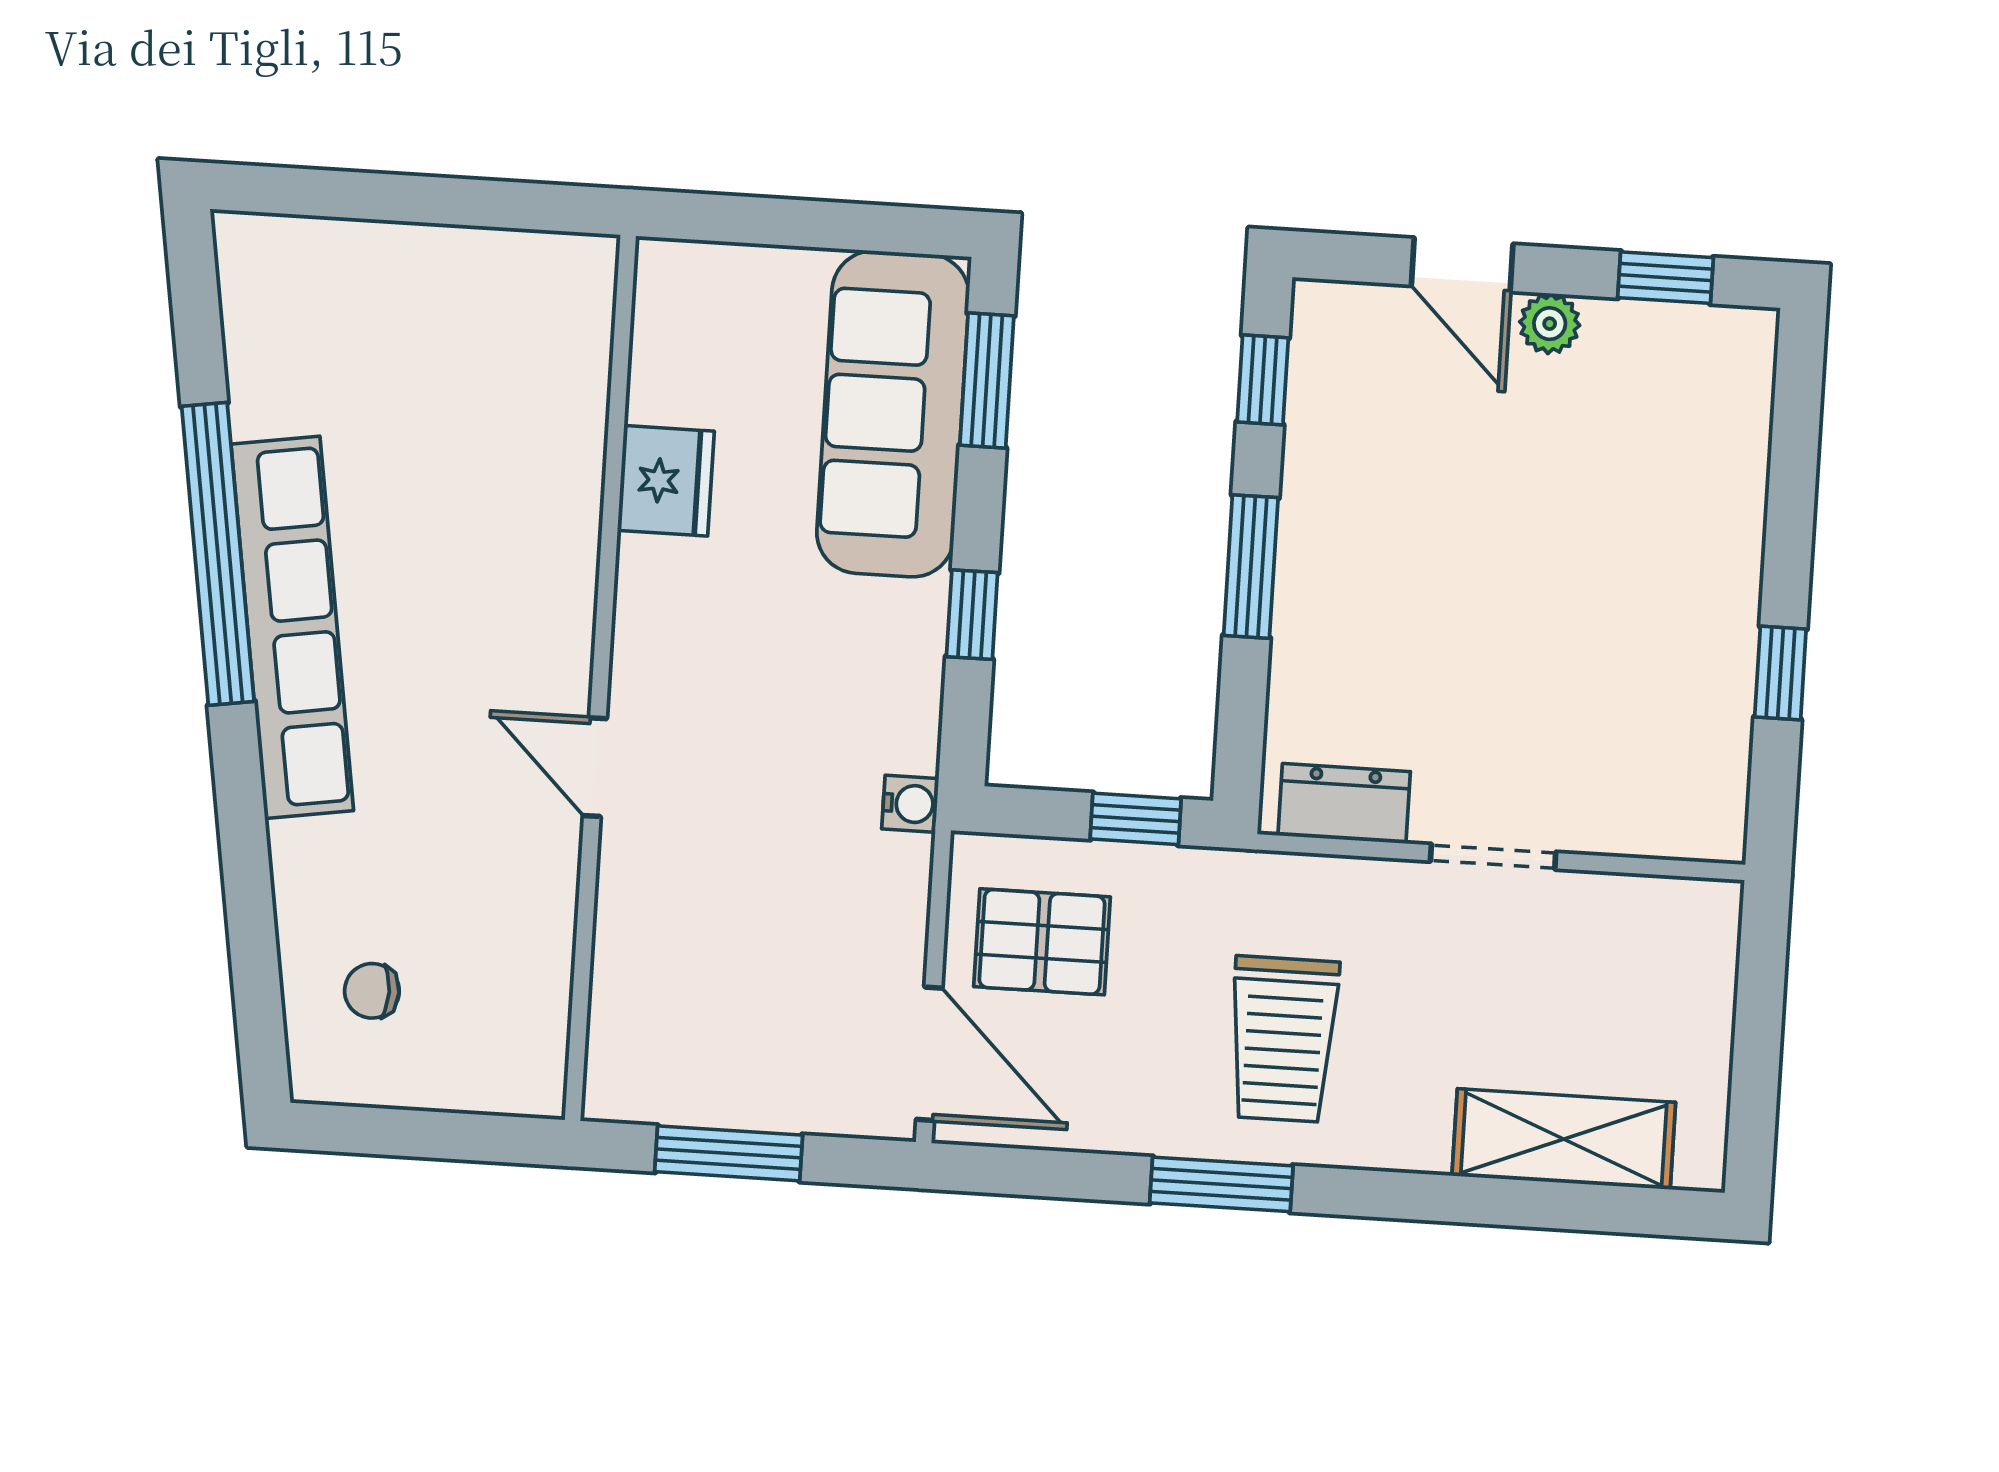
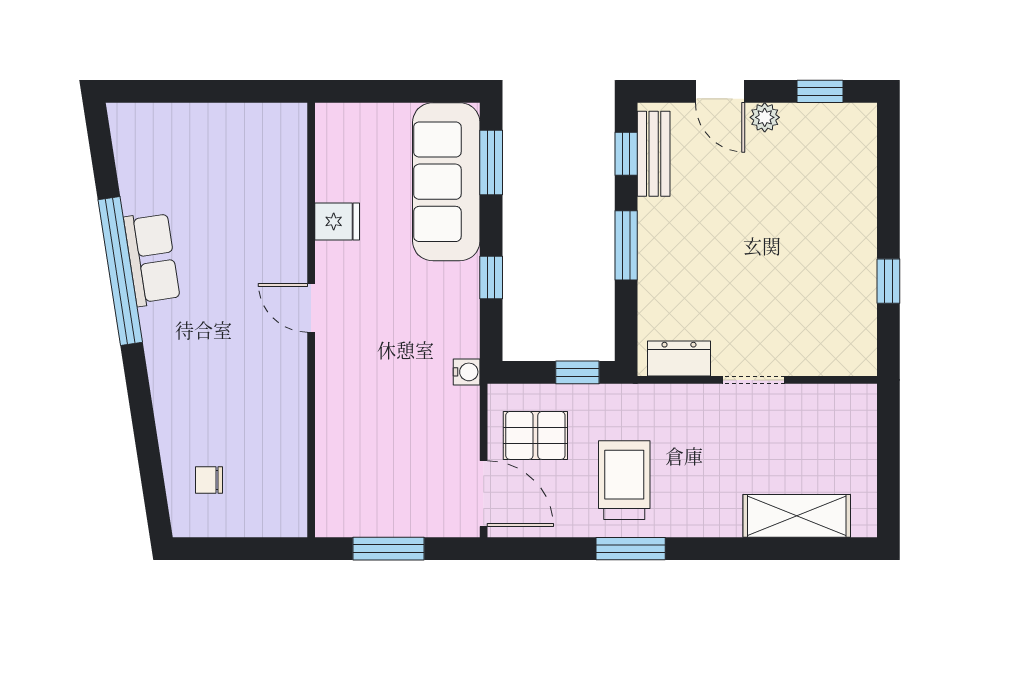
bench: (1319, 383) -> (654, 154), added
fridge: (666, 481) -> (337, 221), width x0.72
row of seats: (292, 627) -> (152, 259), width x0.50
door: (595, 767) -> (311, 308), moved
trolley: (1283, 1039) -> (624, 480), moved, turned 180

